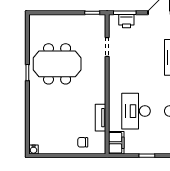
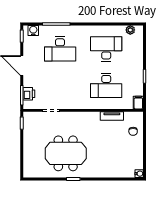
meeting table: (57, 64) -> (66, 153), turned 90
filing cabinet: (116, 143) -> (138, 103), width x0.50

